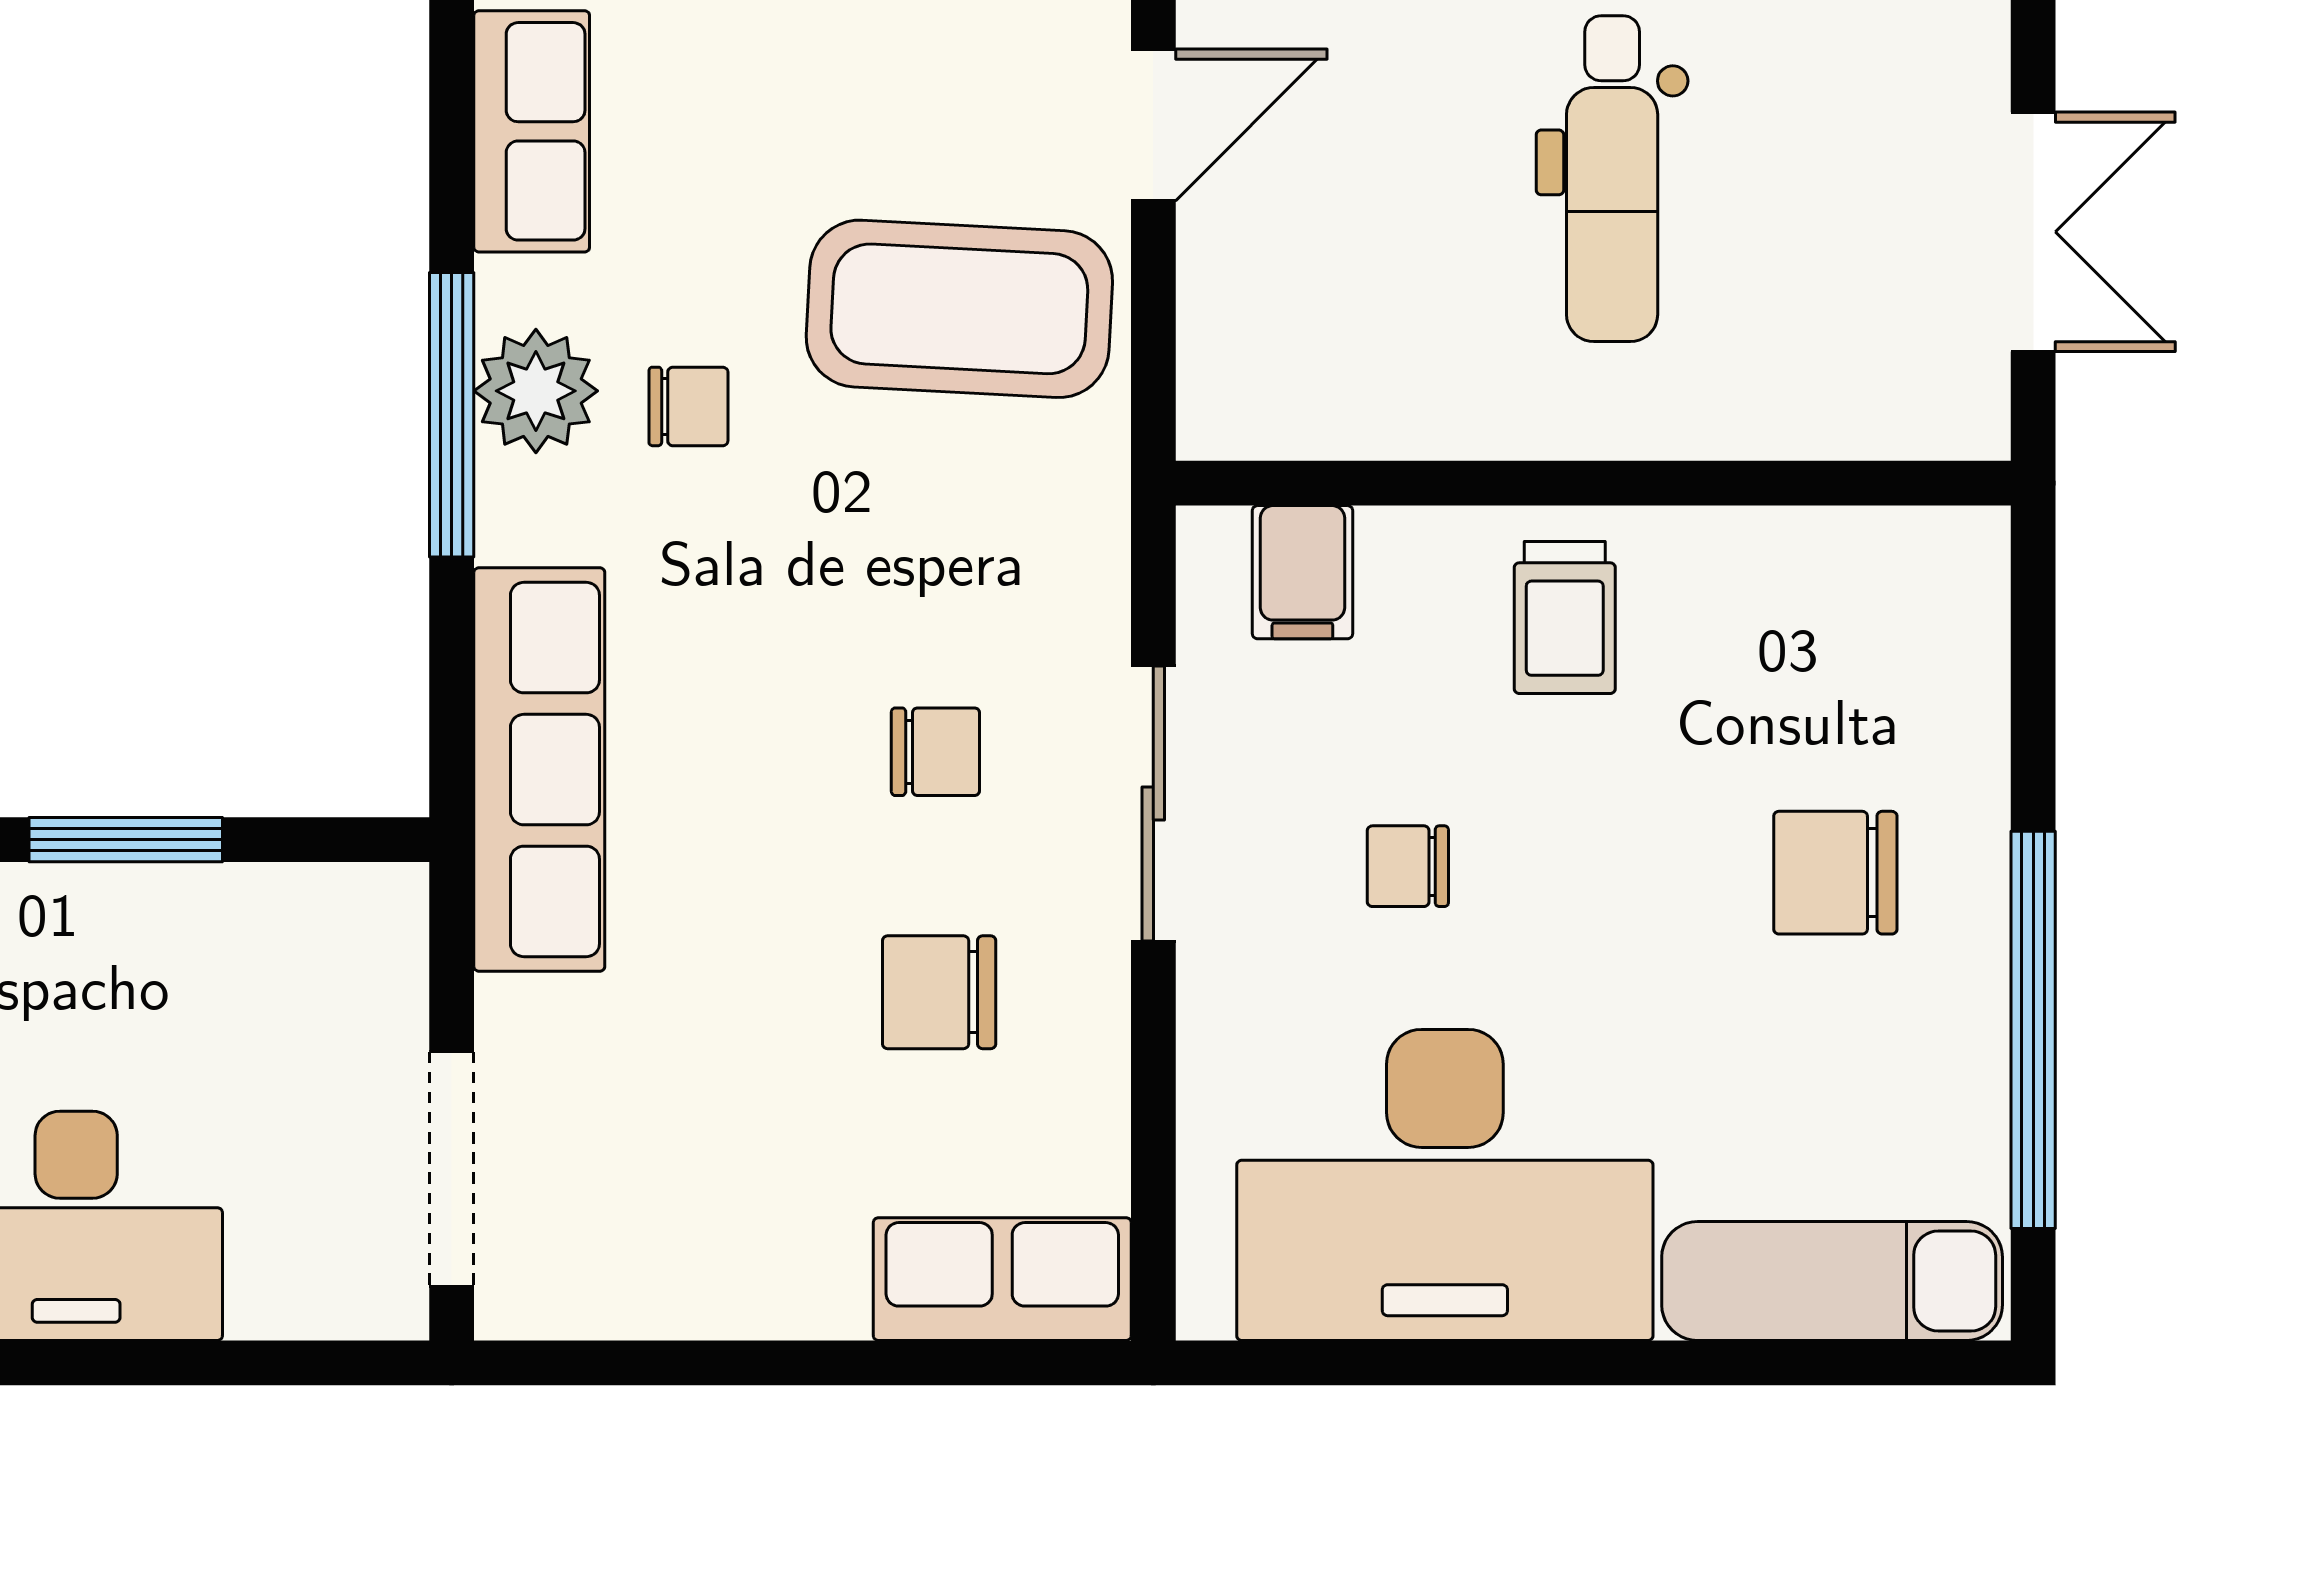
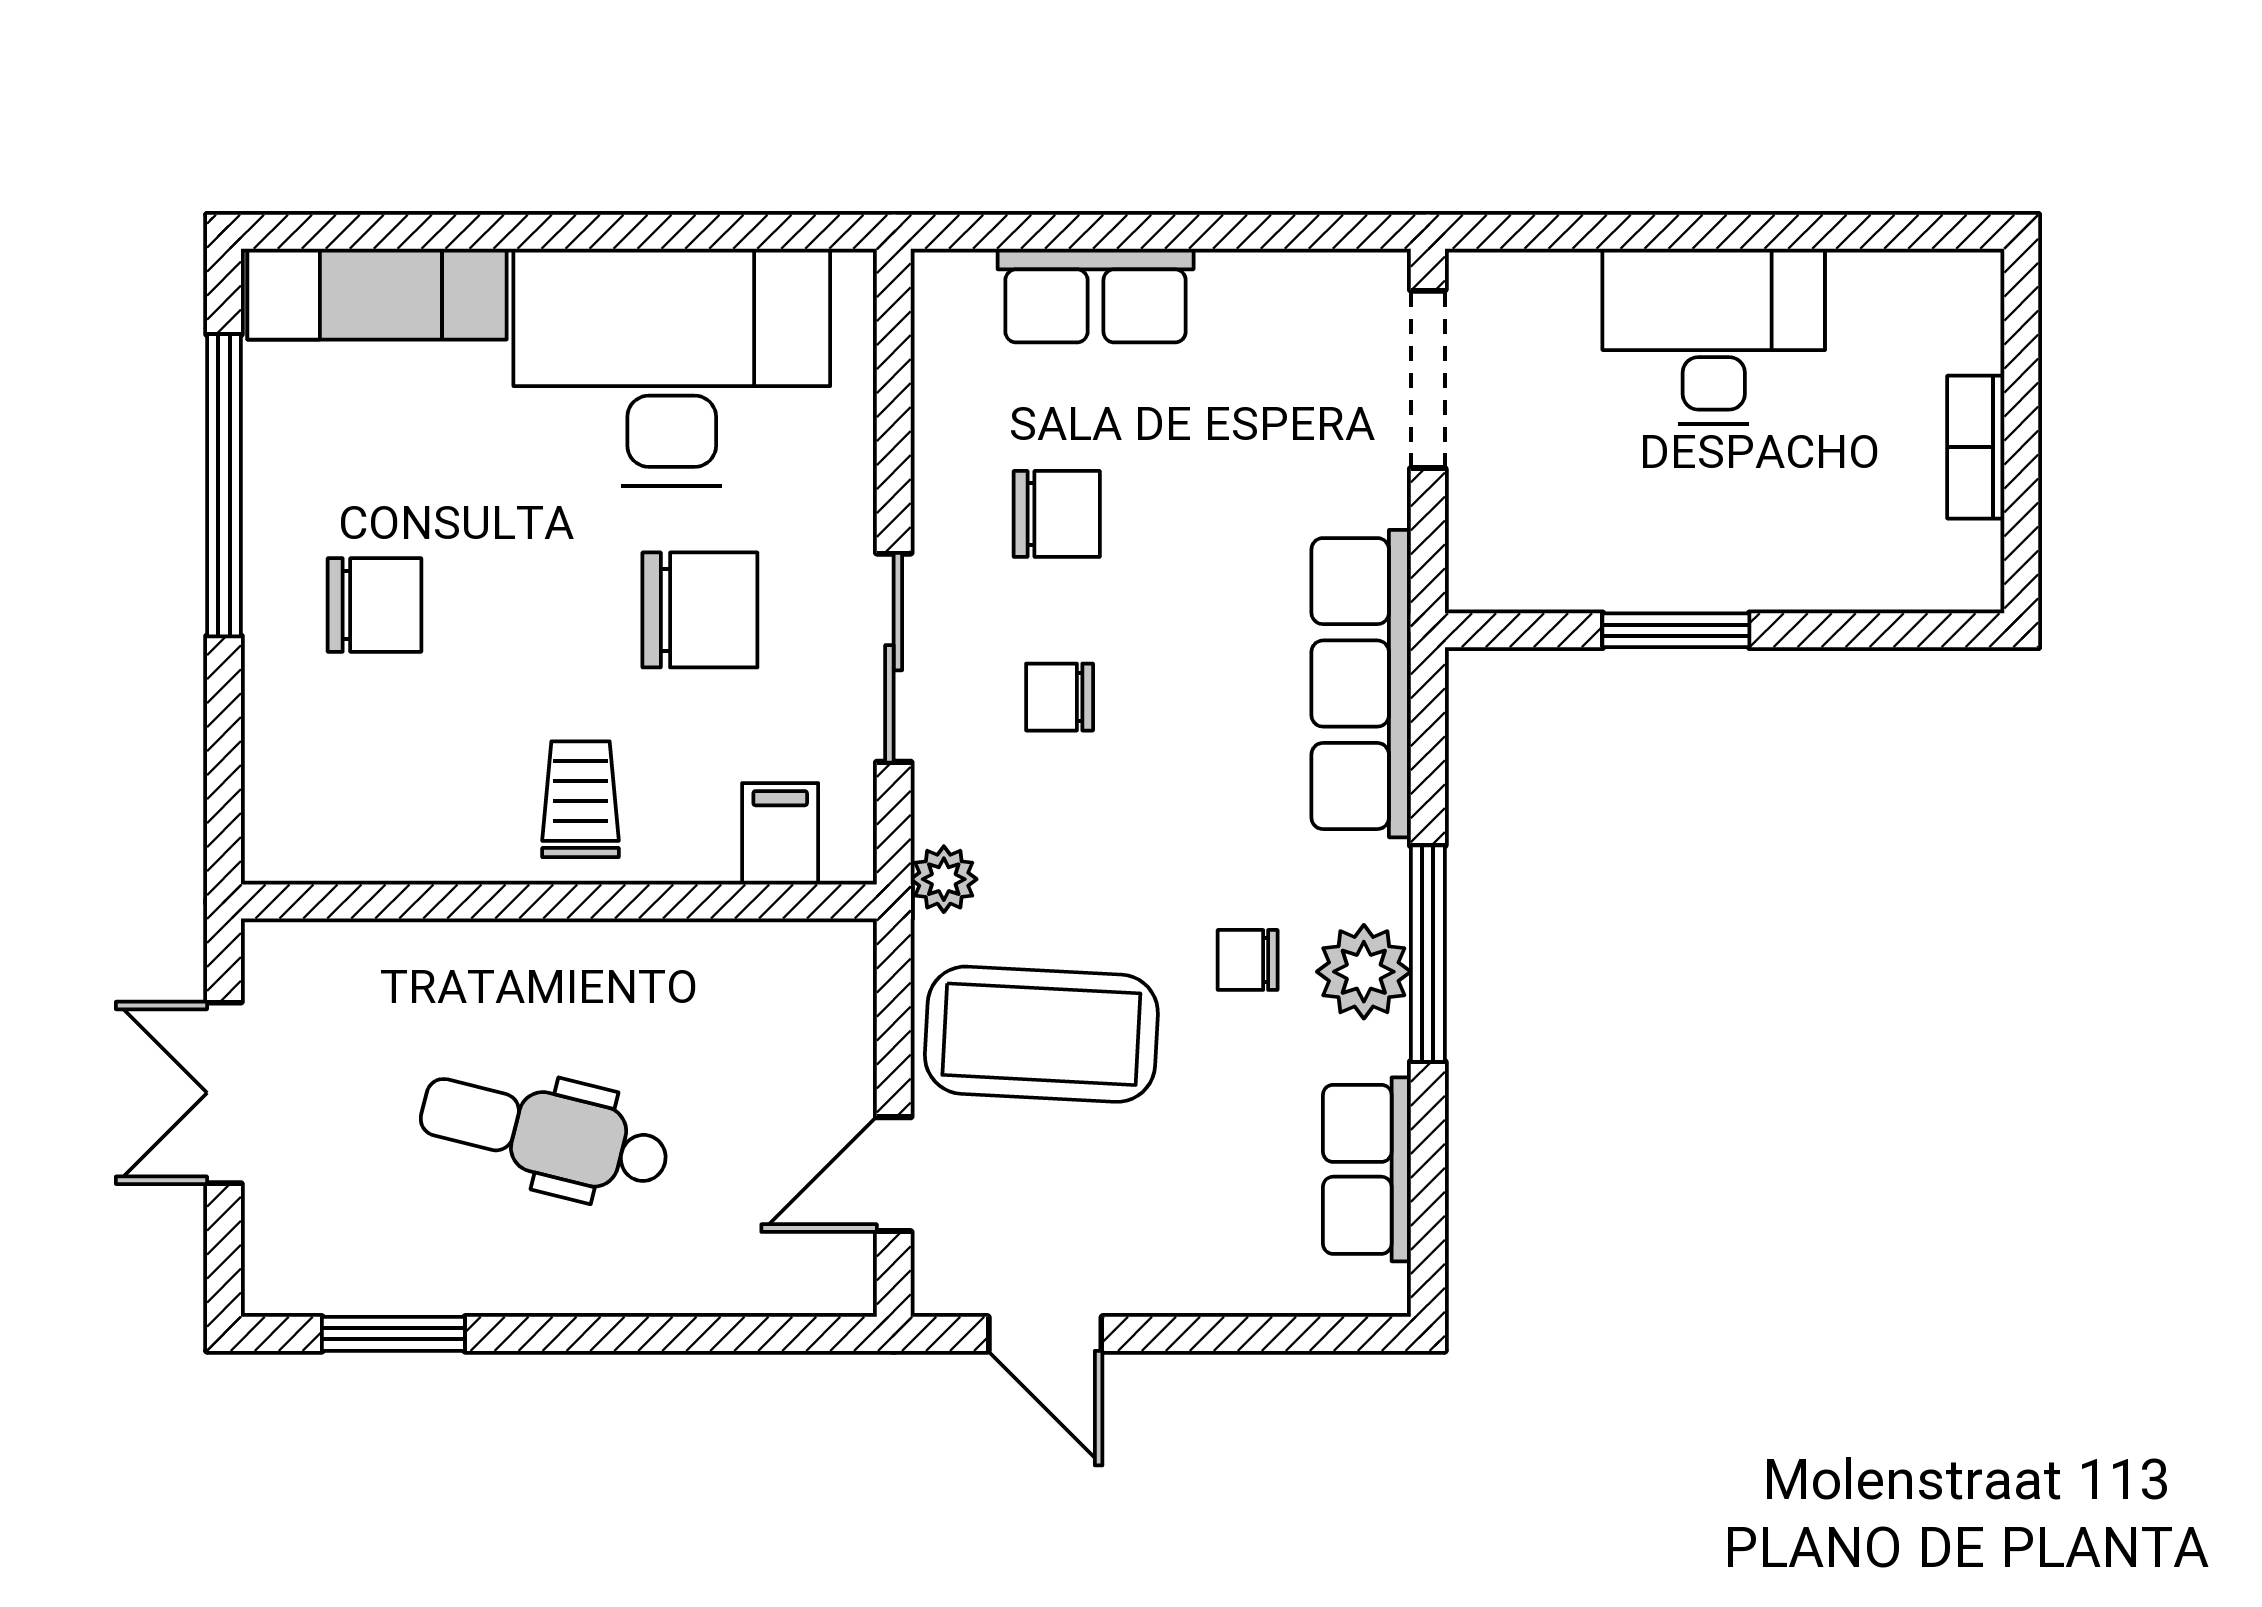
dental chair: (1612, 179) -> (544, 1133), turned -76
plant: (1088, 512) -> (944, 879), added
chair: (1408, 866) -> (700, 610), width x1.87, depth x1.87
row of seats: (1002, 1279) -> (1096, 296), moved

